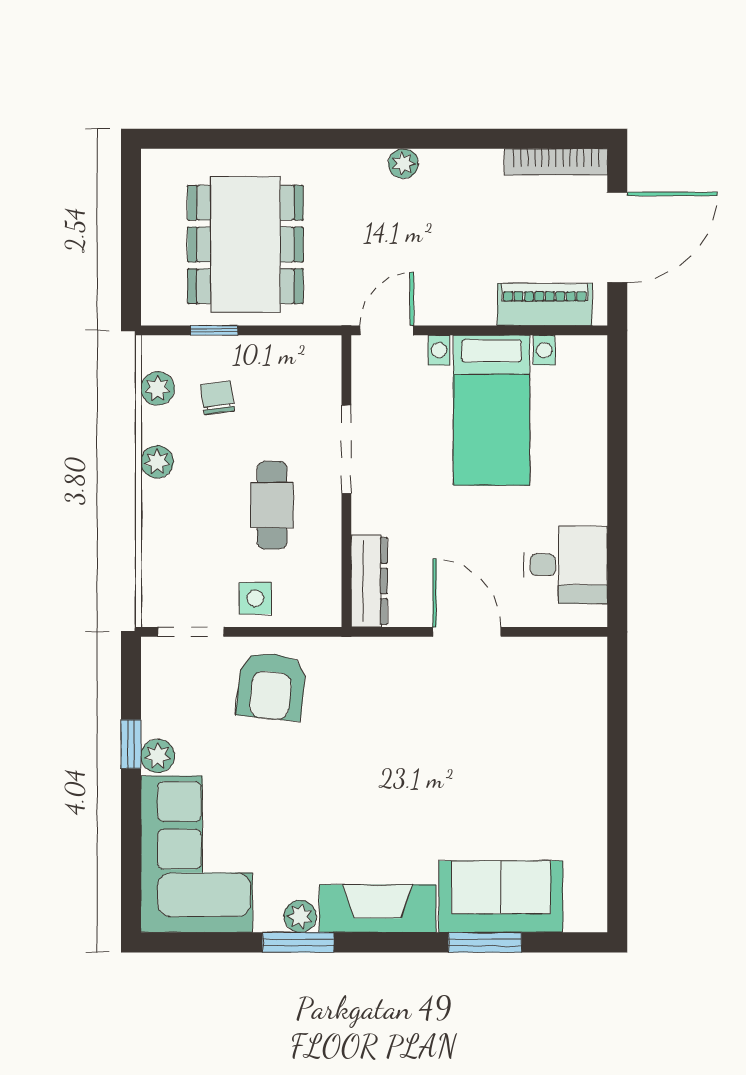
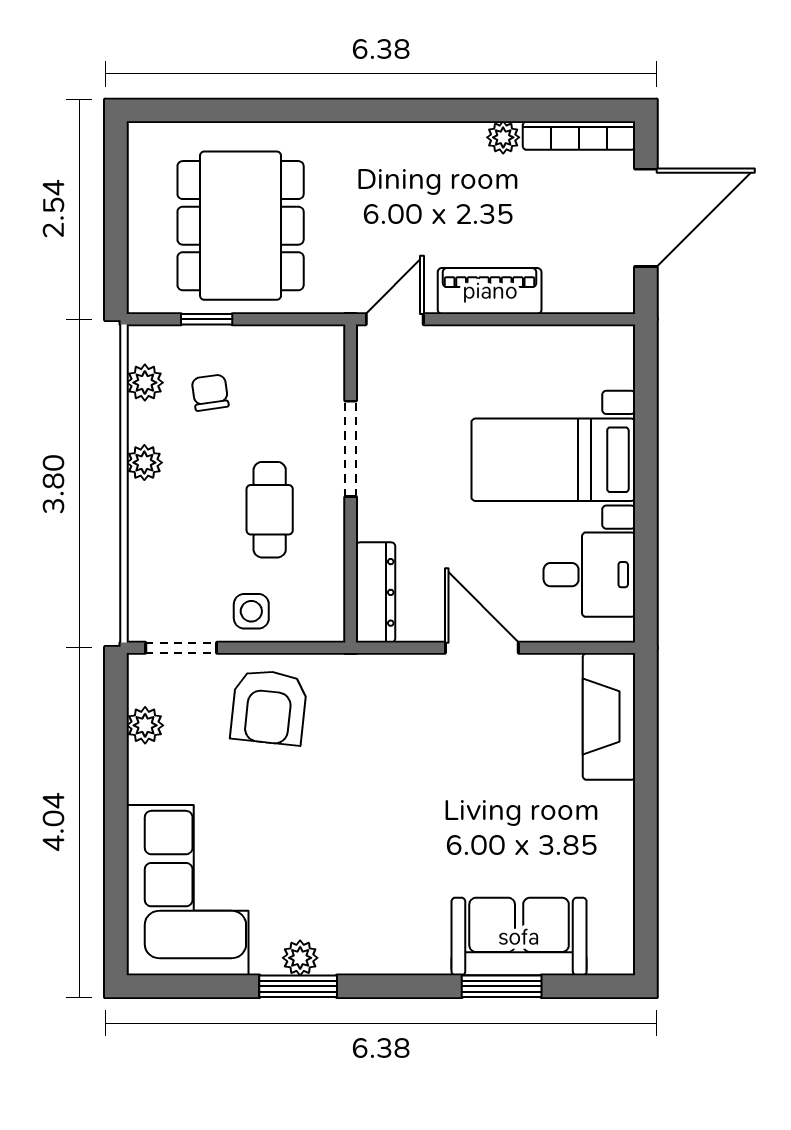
plant: (403, 164) -> (503, 137), moved
piano: (545, 304) -> (490, 291), moved
bed with nightstands: (492, 410) -> (553, 460), moved, turned 90
window: (131, 744) -> (116, 770), removed
plant: (158, 756) -> (145, 725), moved
fireplace: (378, 908) -> (609, 716), moved, turned -90

